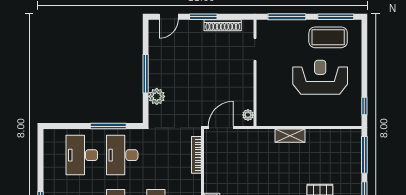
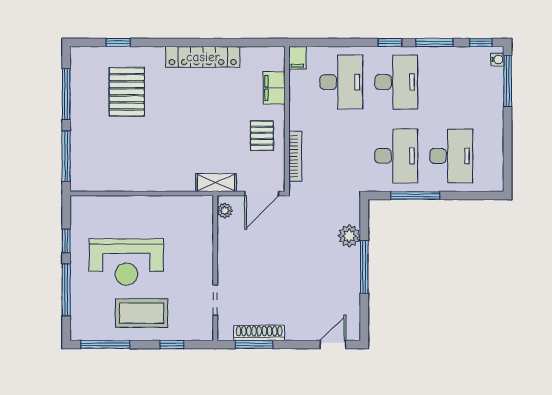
window: (203, 17) -> (254, 345), moved
window: (287, 17) -> (172, 345), width x0.46
coffee table: (328, 37) -> (142, 313), moved
window: (364, 57) -> (66, 290), added
window: (364, 106) -> (66, 241), moved
shelving: (290, 136) -> (216, 183), moved
pallet: (221, 170) -> (262, 136), added

